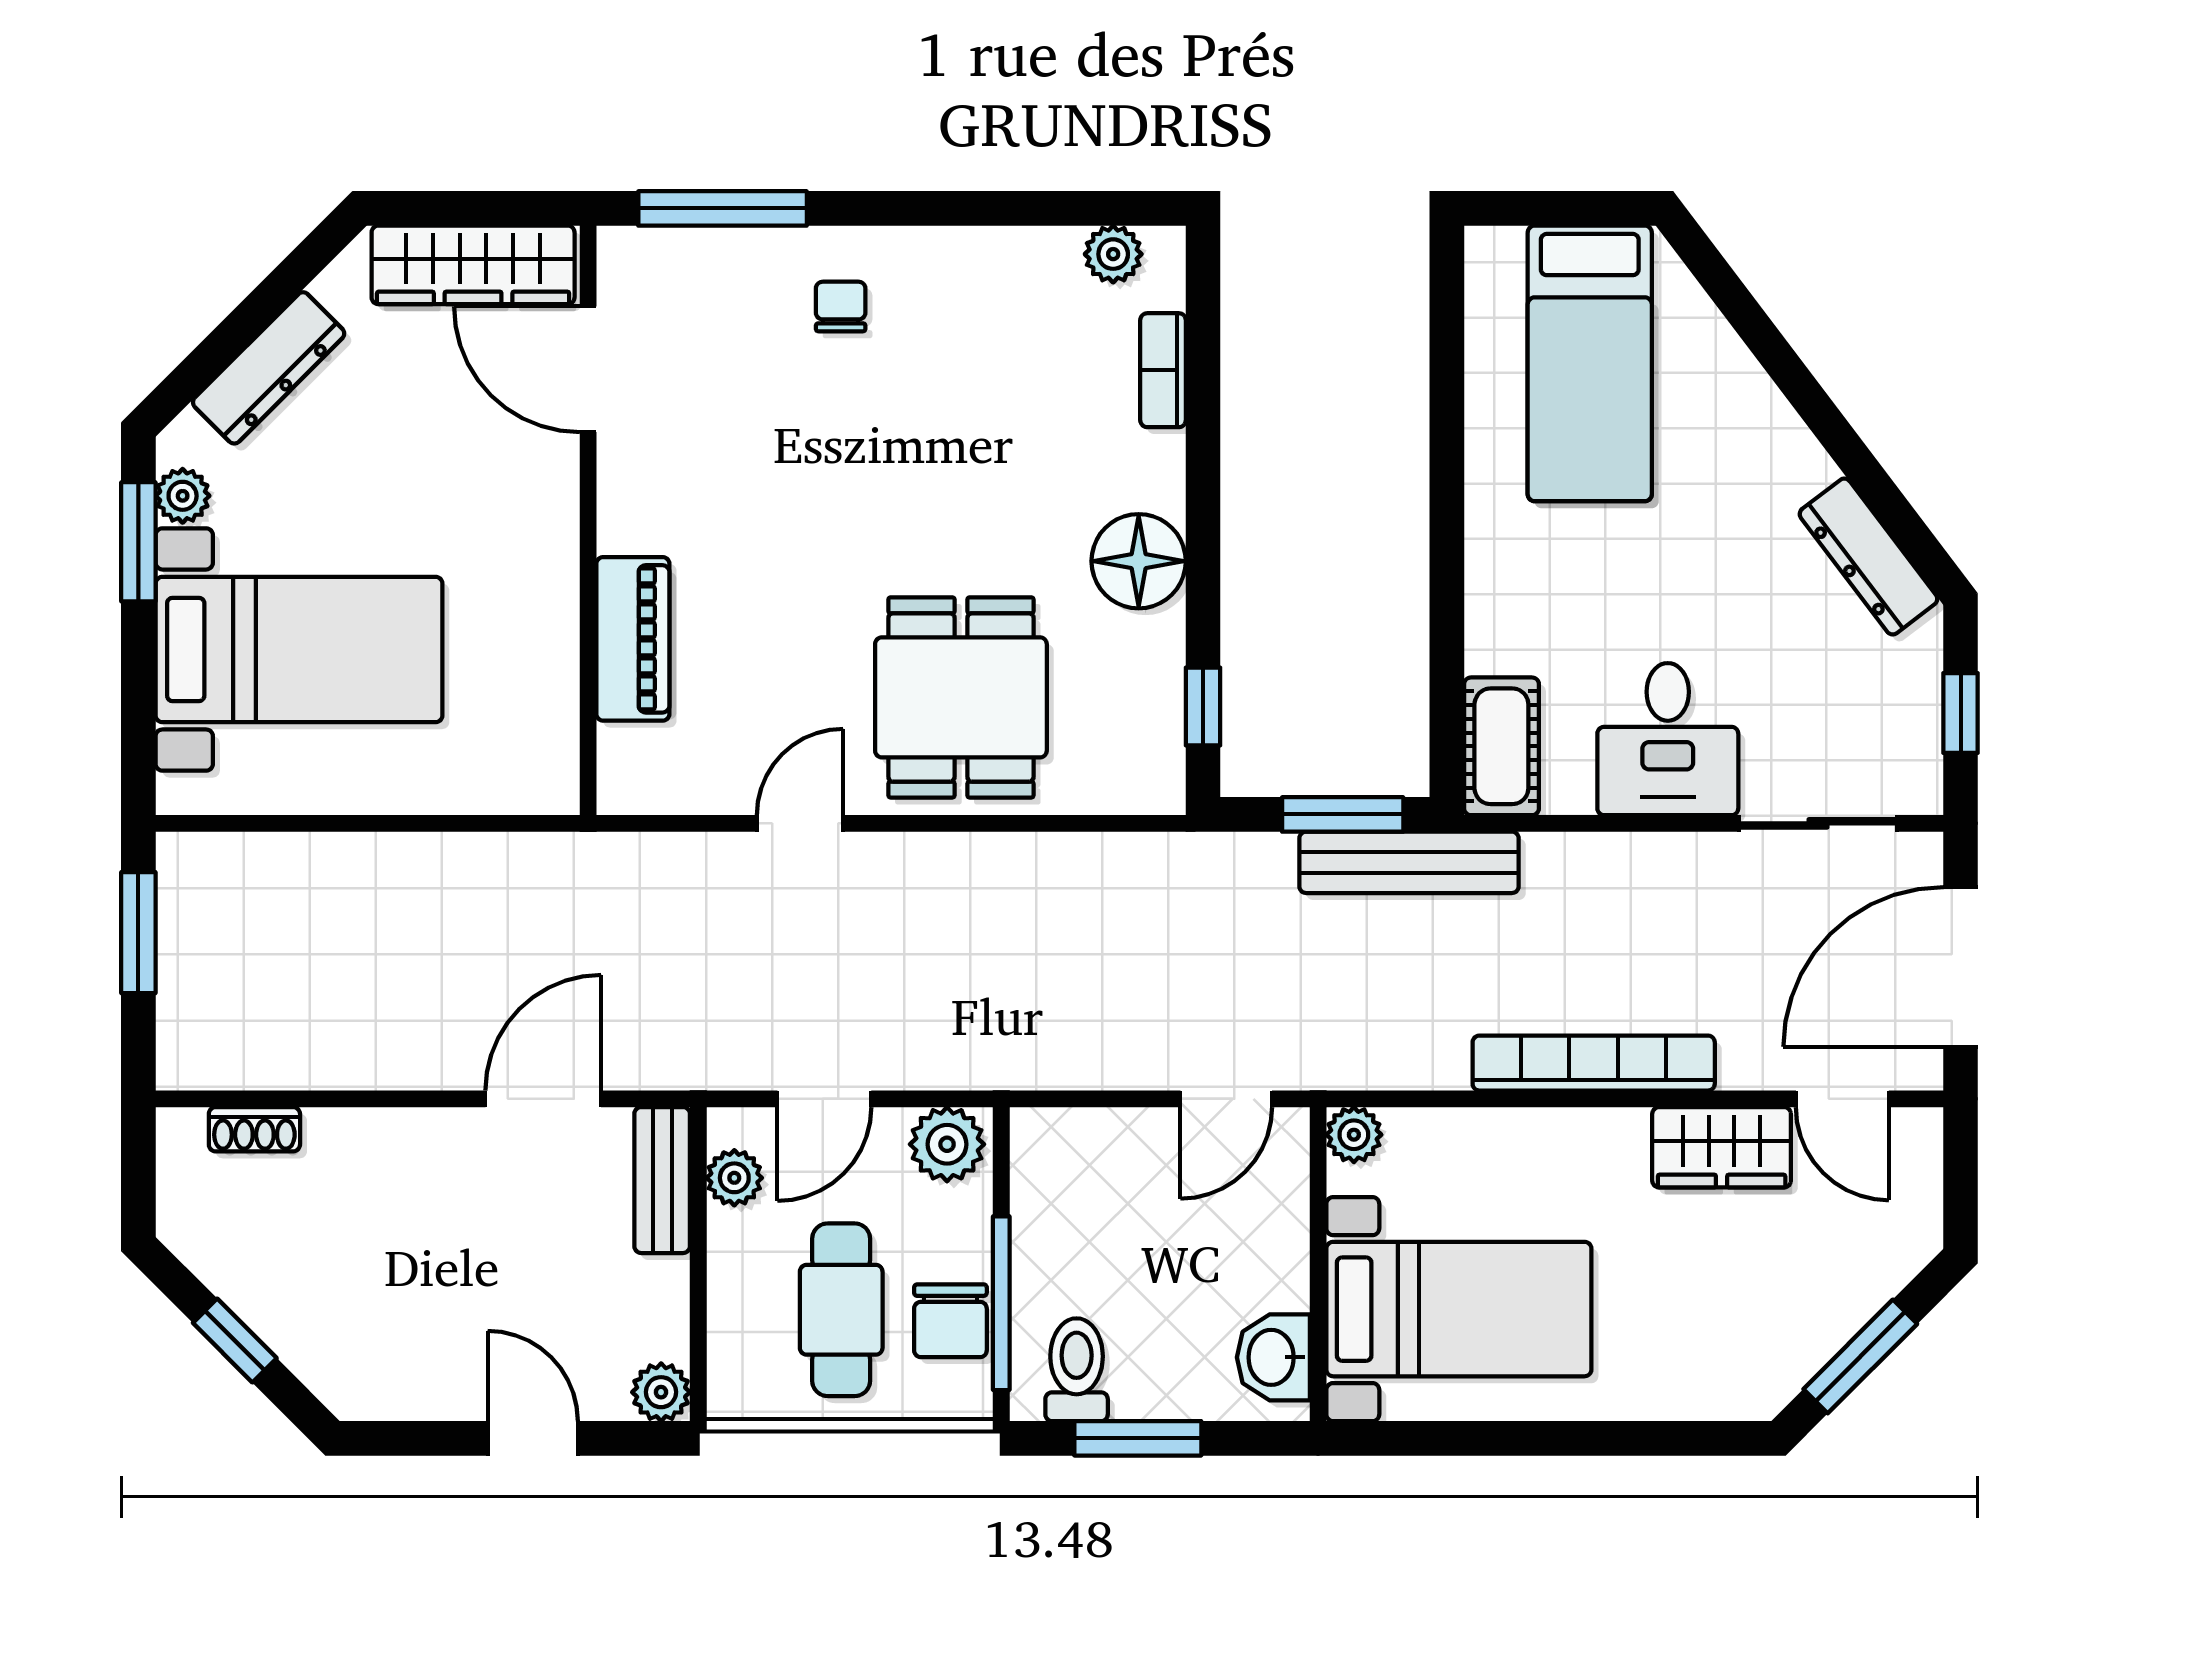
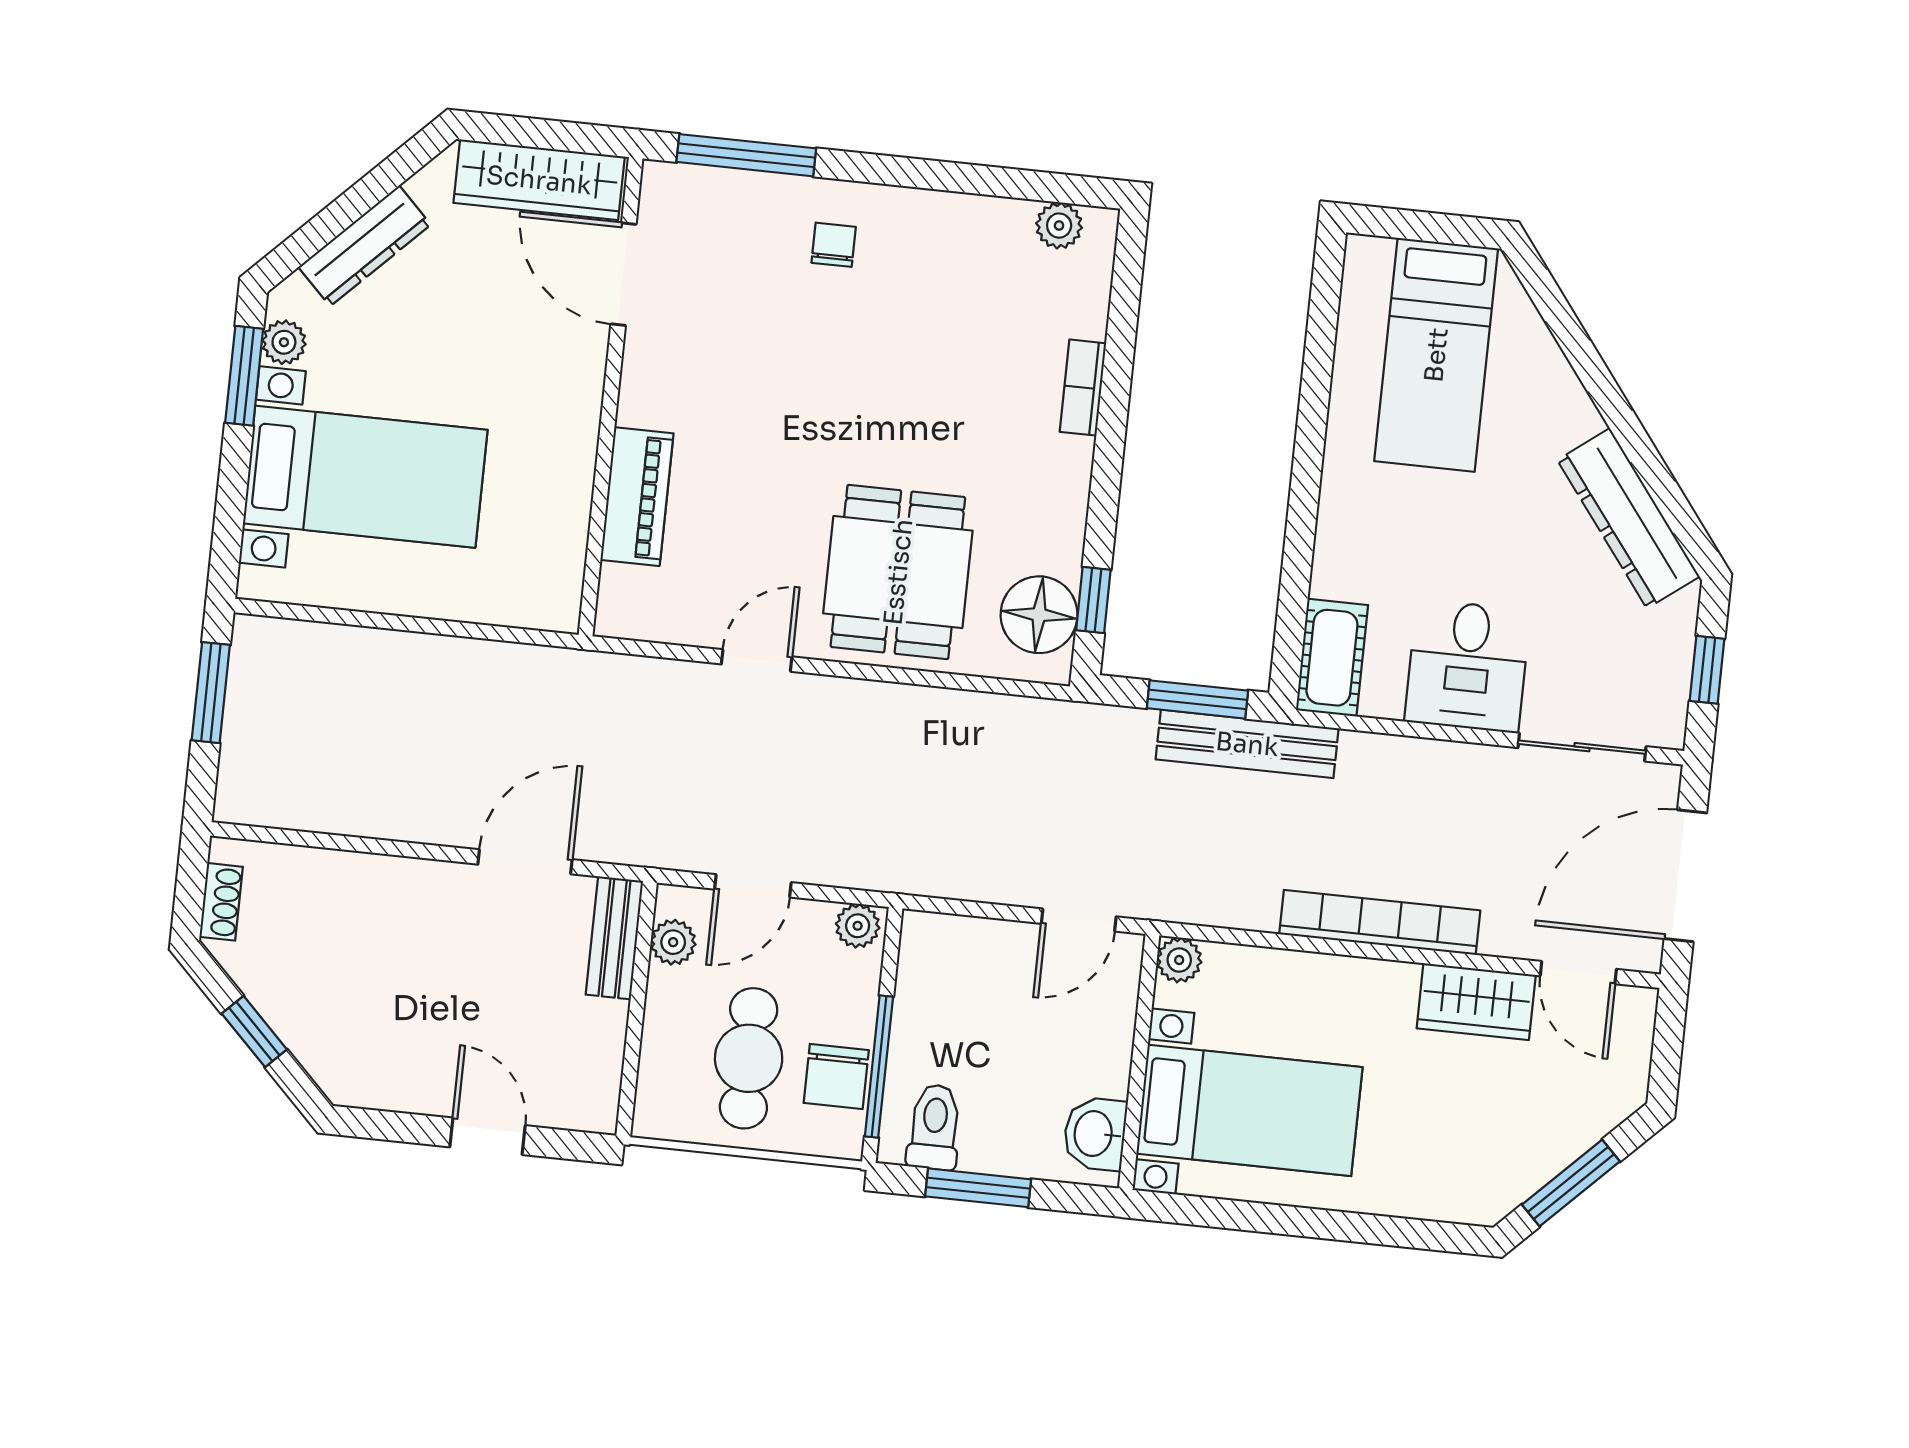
bookcase: (1163, 370) -> (1083, 388), moved
dresser: (1868, 557) -> (1628, 518), width x1.37, depth x1.24
floor lamp: (1139, 561) -> (1039, 615), moved
shoe rack: (254, 1129) -> (221, 902), moved, turned -90
plant: (947, 1144) -> (858, 926), width x0.73, depth x0.73
plant: (661, 1392) -> (595, 1110), removed

